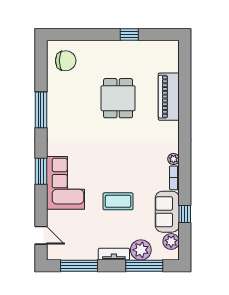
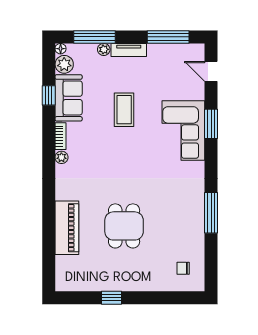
chair: (66, 61) -> (183, 268), width x0.54, depth x0.54
window: (41, 171) -> (211, 124), moved
coffee table: (118, 201) -> (124, 110), turned 90
plant: (141, 250) -> (104, 49), width x0.53, depth x0.53
floor lamp: (174, 255) -> (61, 49), added

